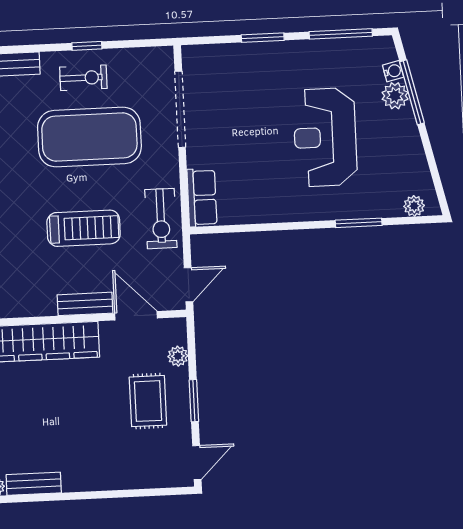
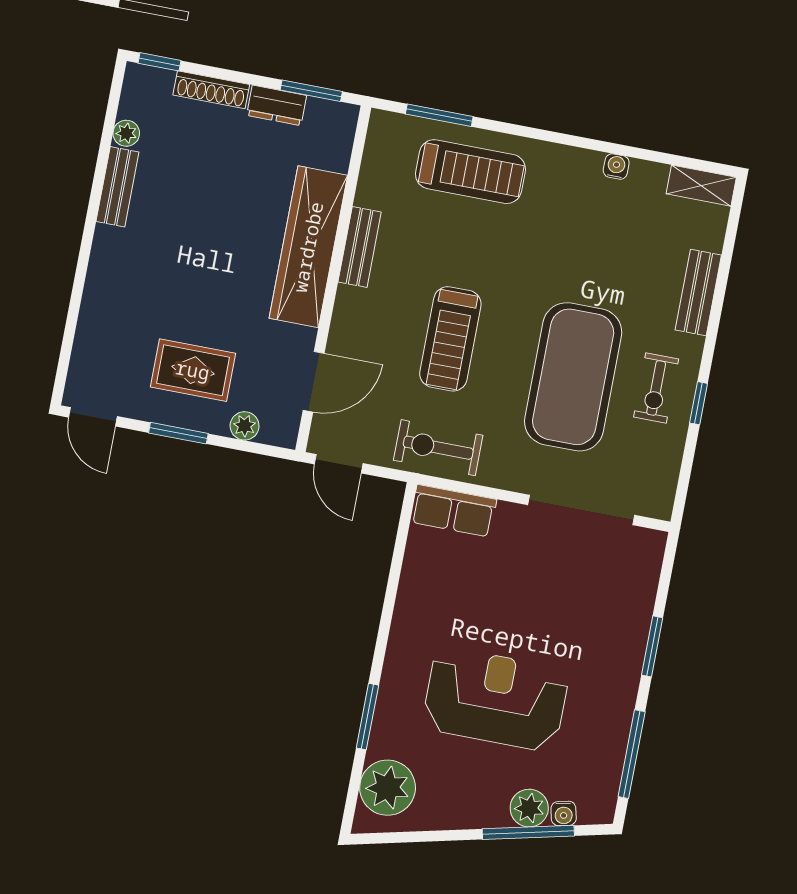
plant: (414, 206) -> (388, 788), width x1.87, depth x1.87
bench: (85, 304) -> (360, 247), moved

